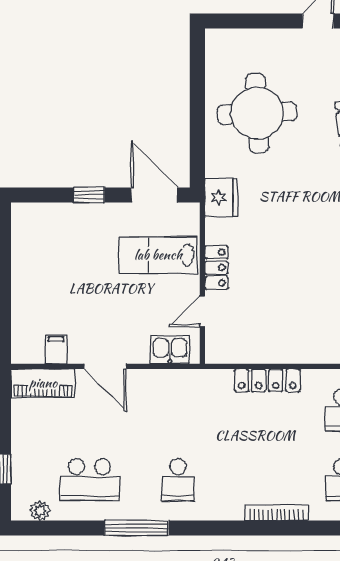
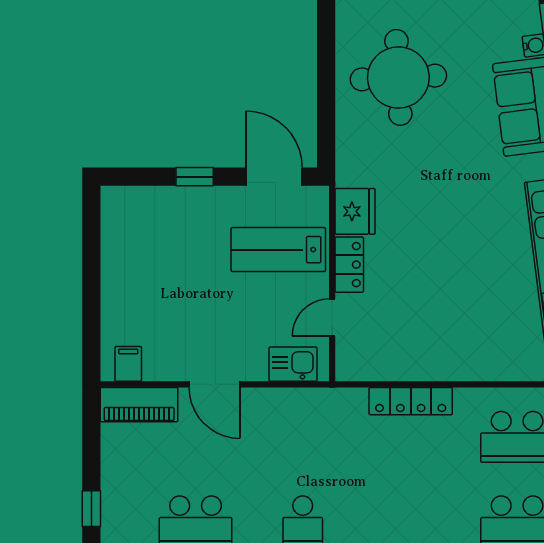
fridge: (221, 198) -> (355, 211), moved
filing cabinet: (56, 350) -> (128, 364), moved

